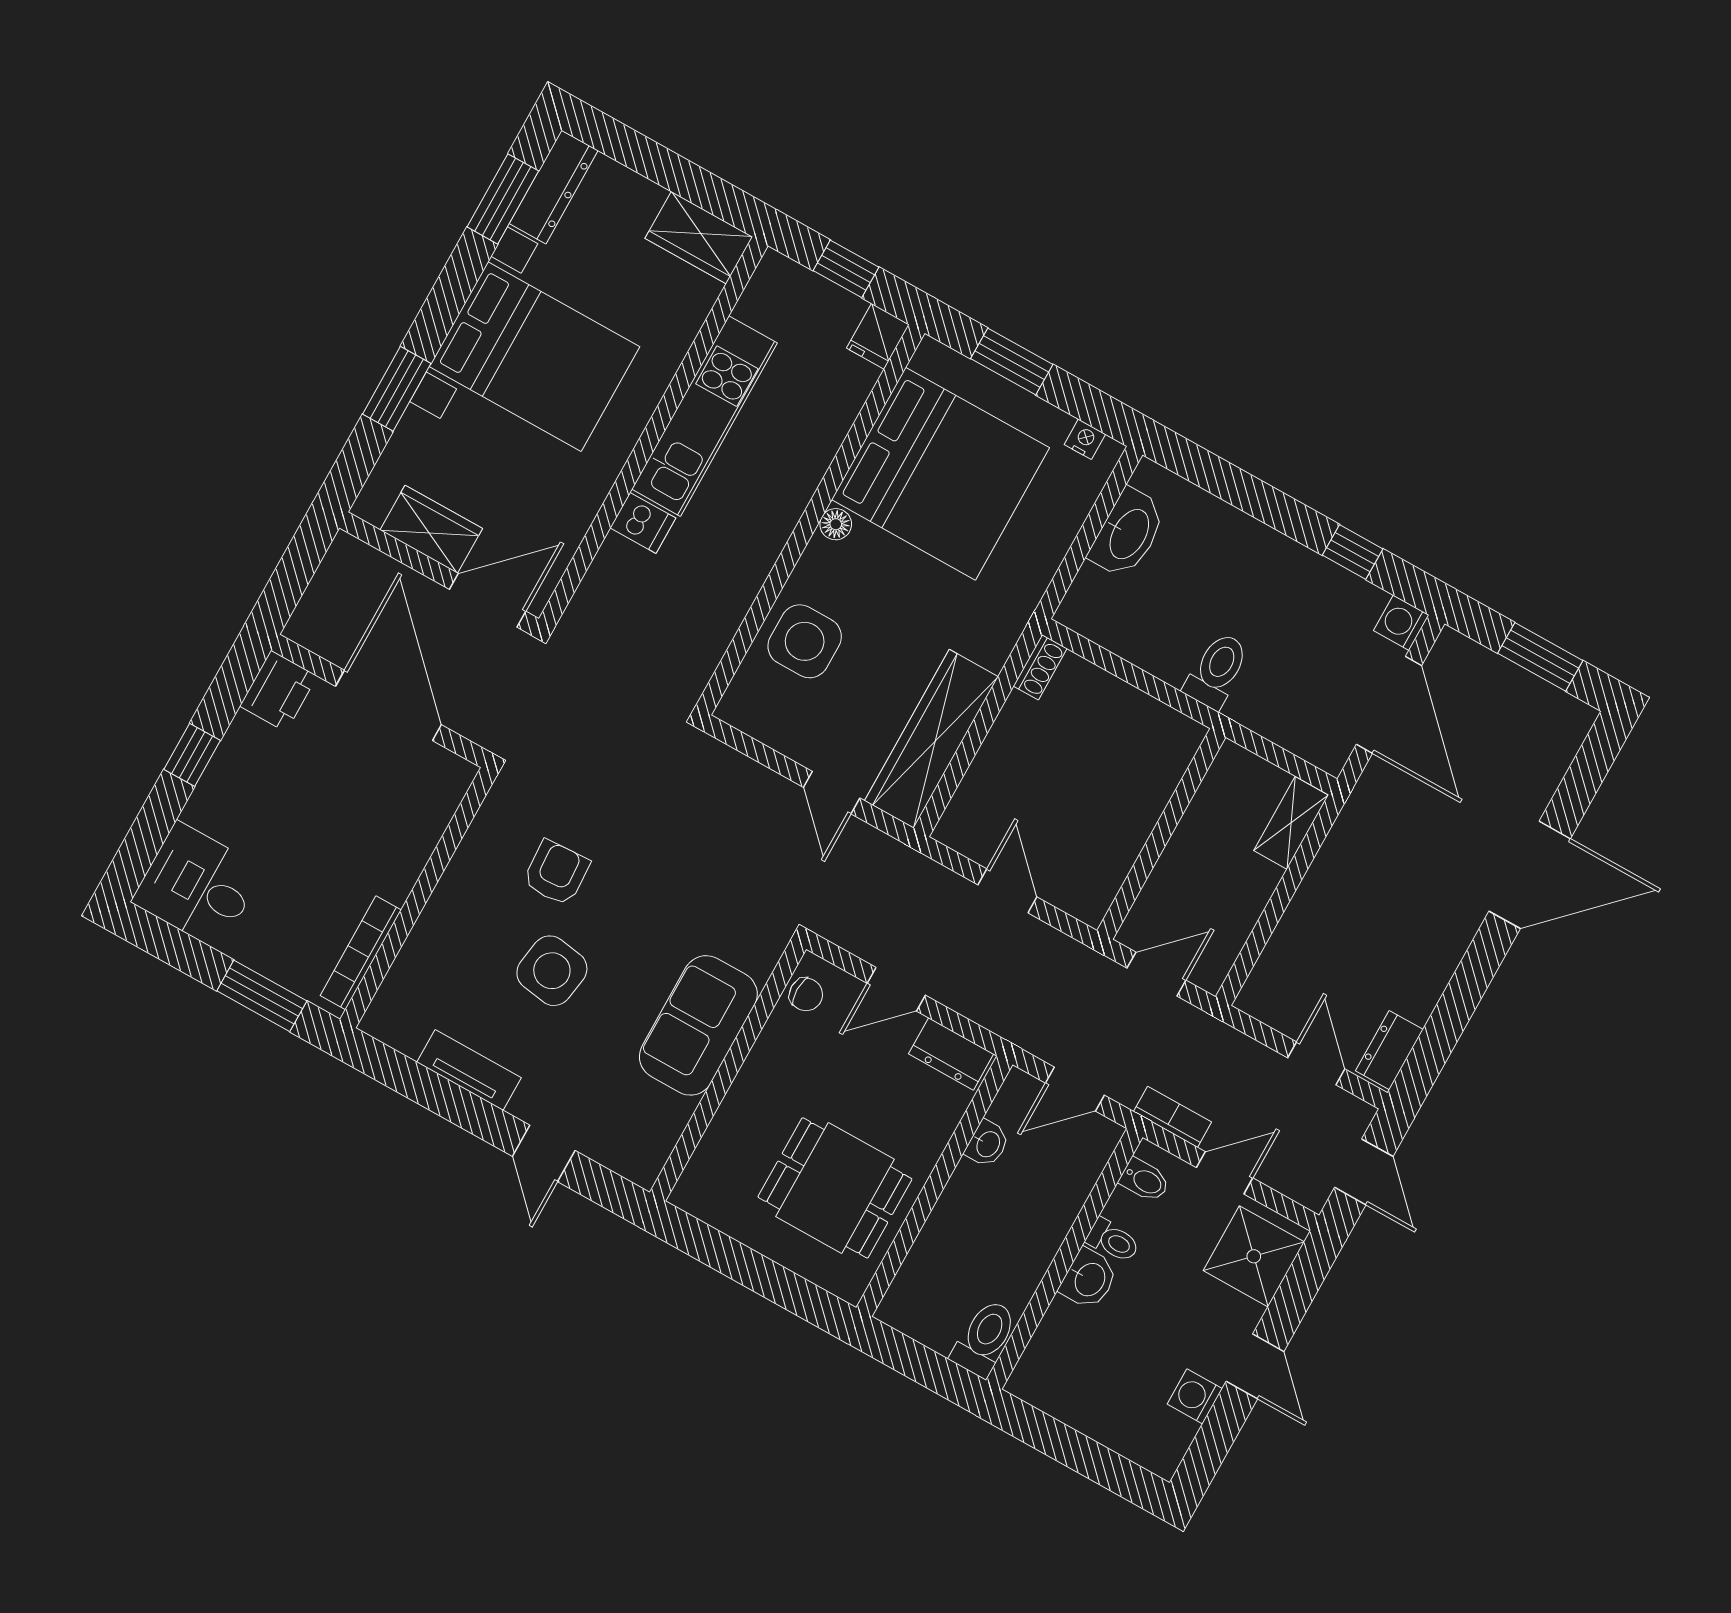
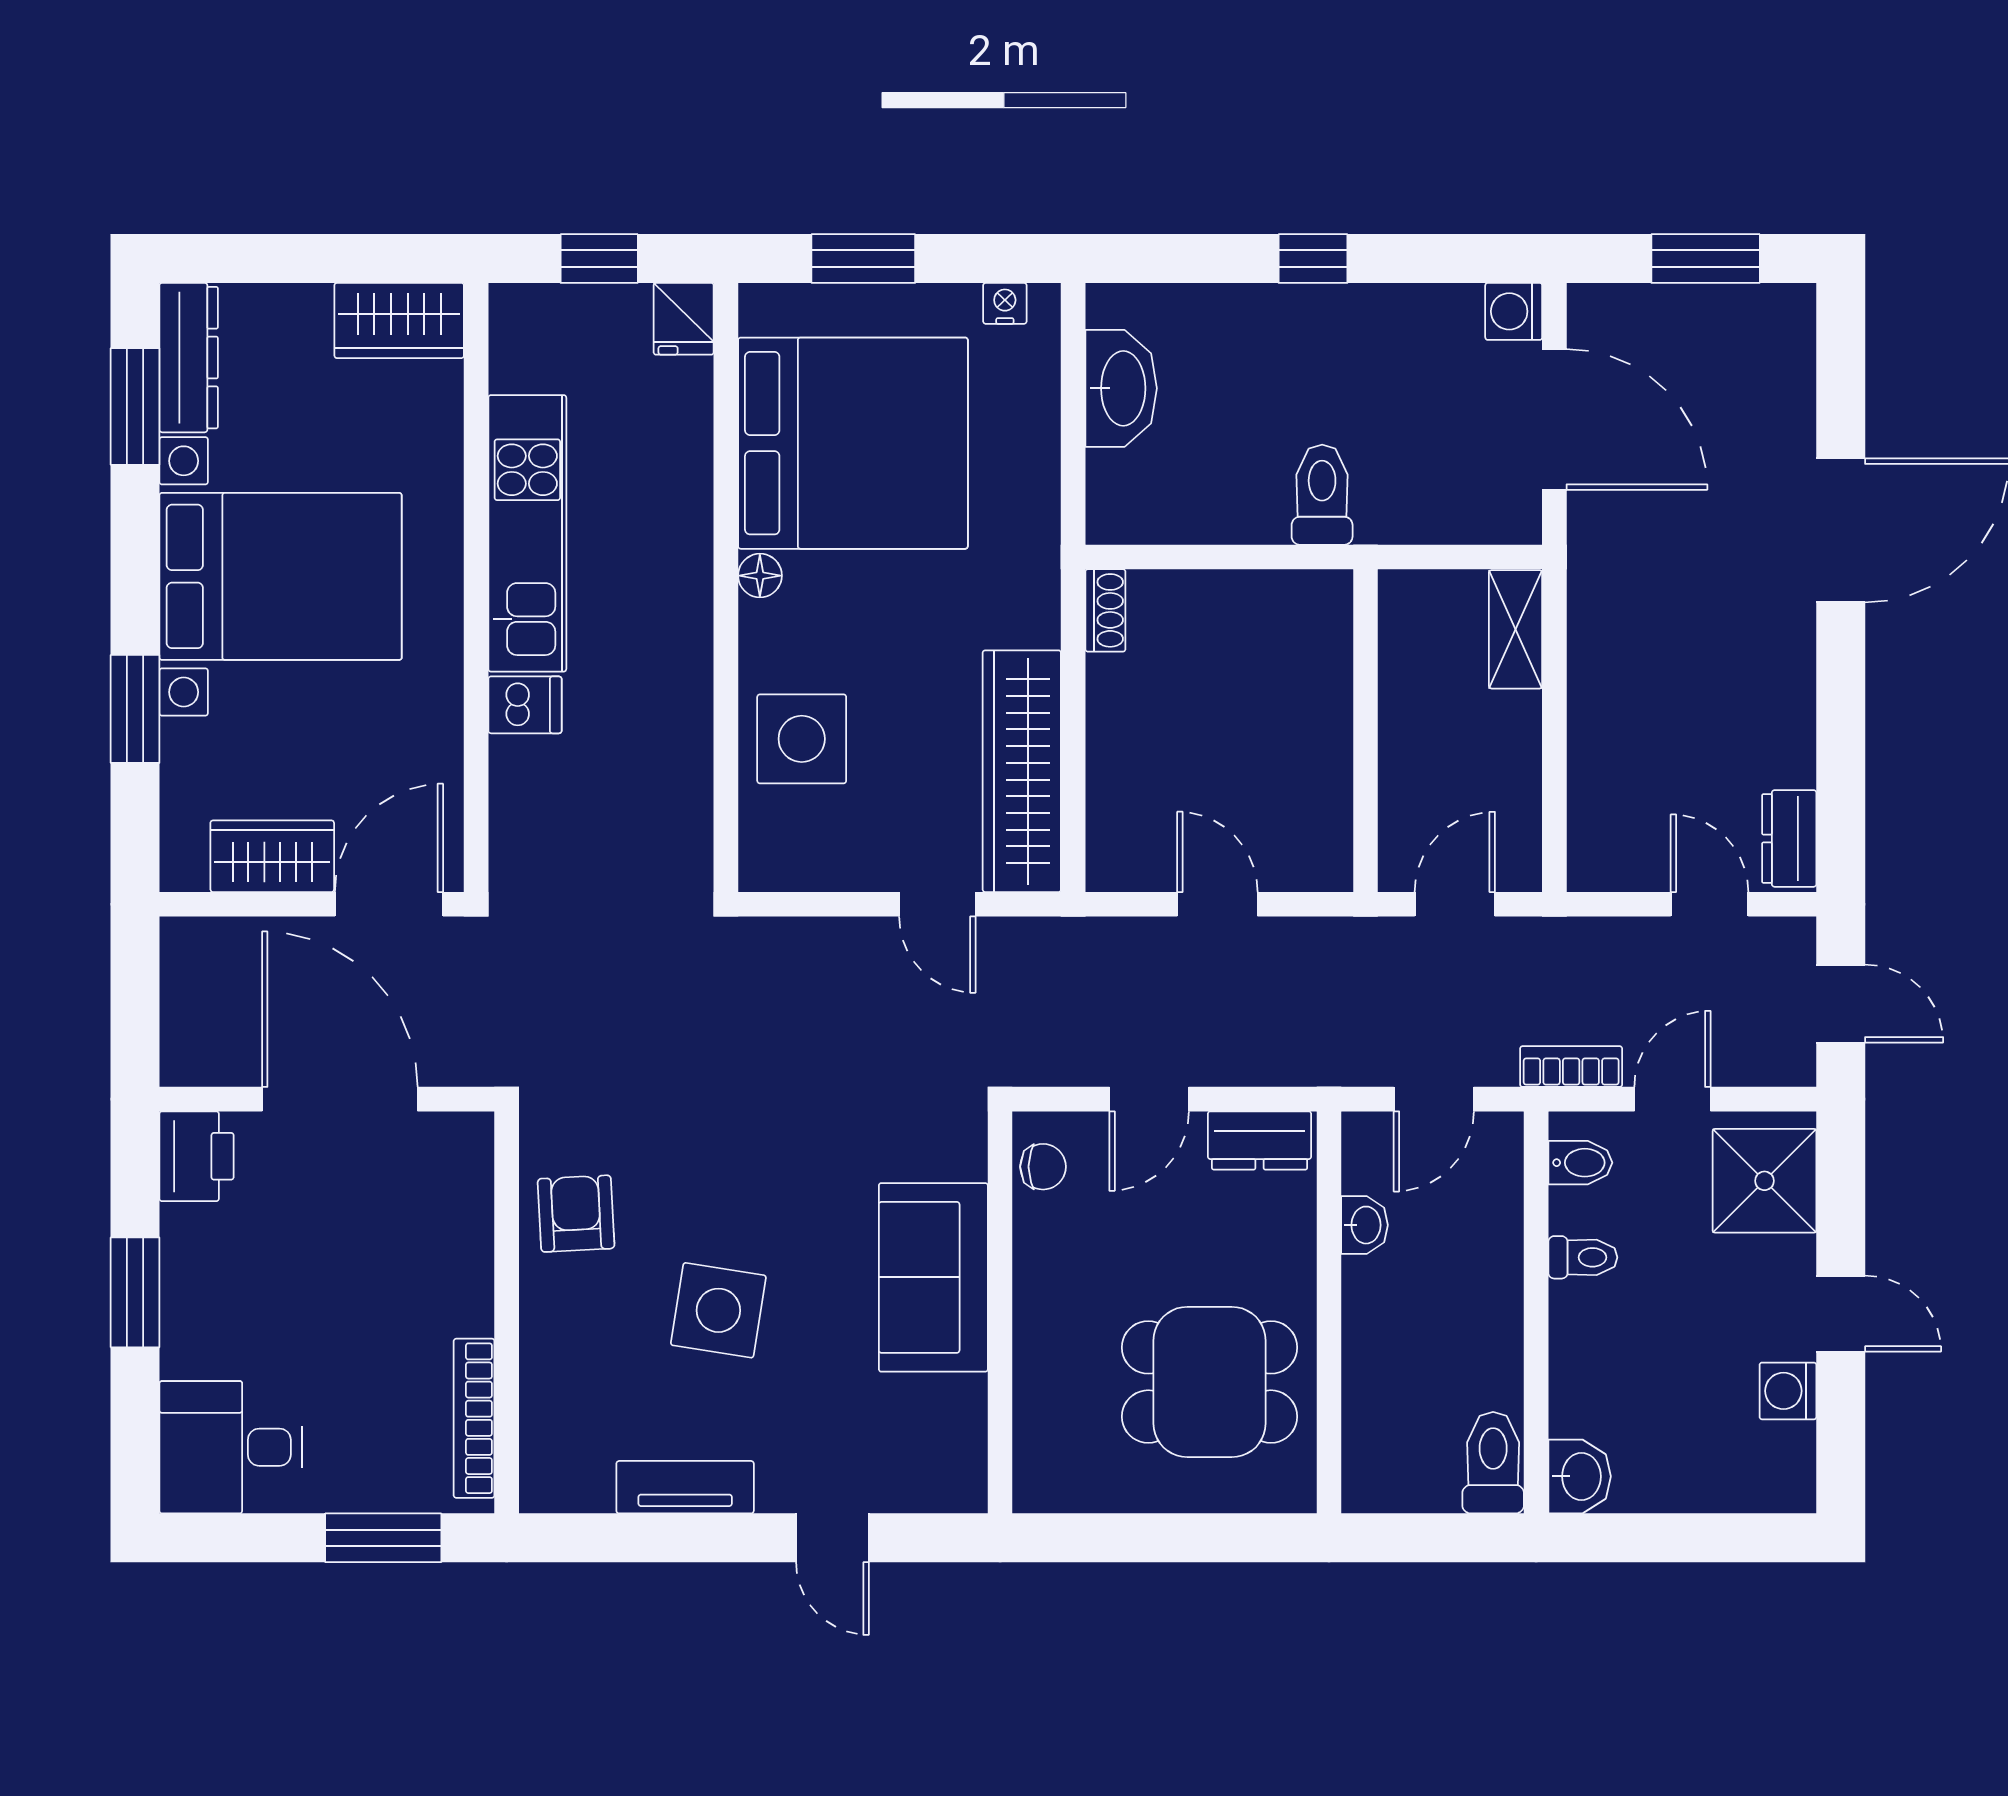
window: (1353, 552) -> (1313, 259), moved
window: (192, 755) -> (135, 1292), width x1.50
armchair: (556, 873) -> (576, 1214), moved
washbasin: (1089, 1279) -> (1580, 1476), moved

